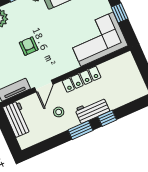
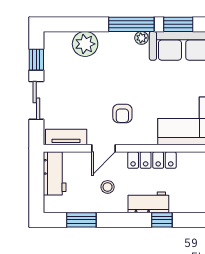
armchair: (29, 46) -> (122, 113), moved, turned 180
window: (80, 130) -> (81, 220), moved

